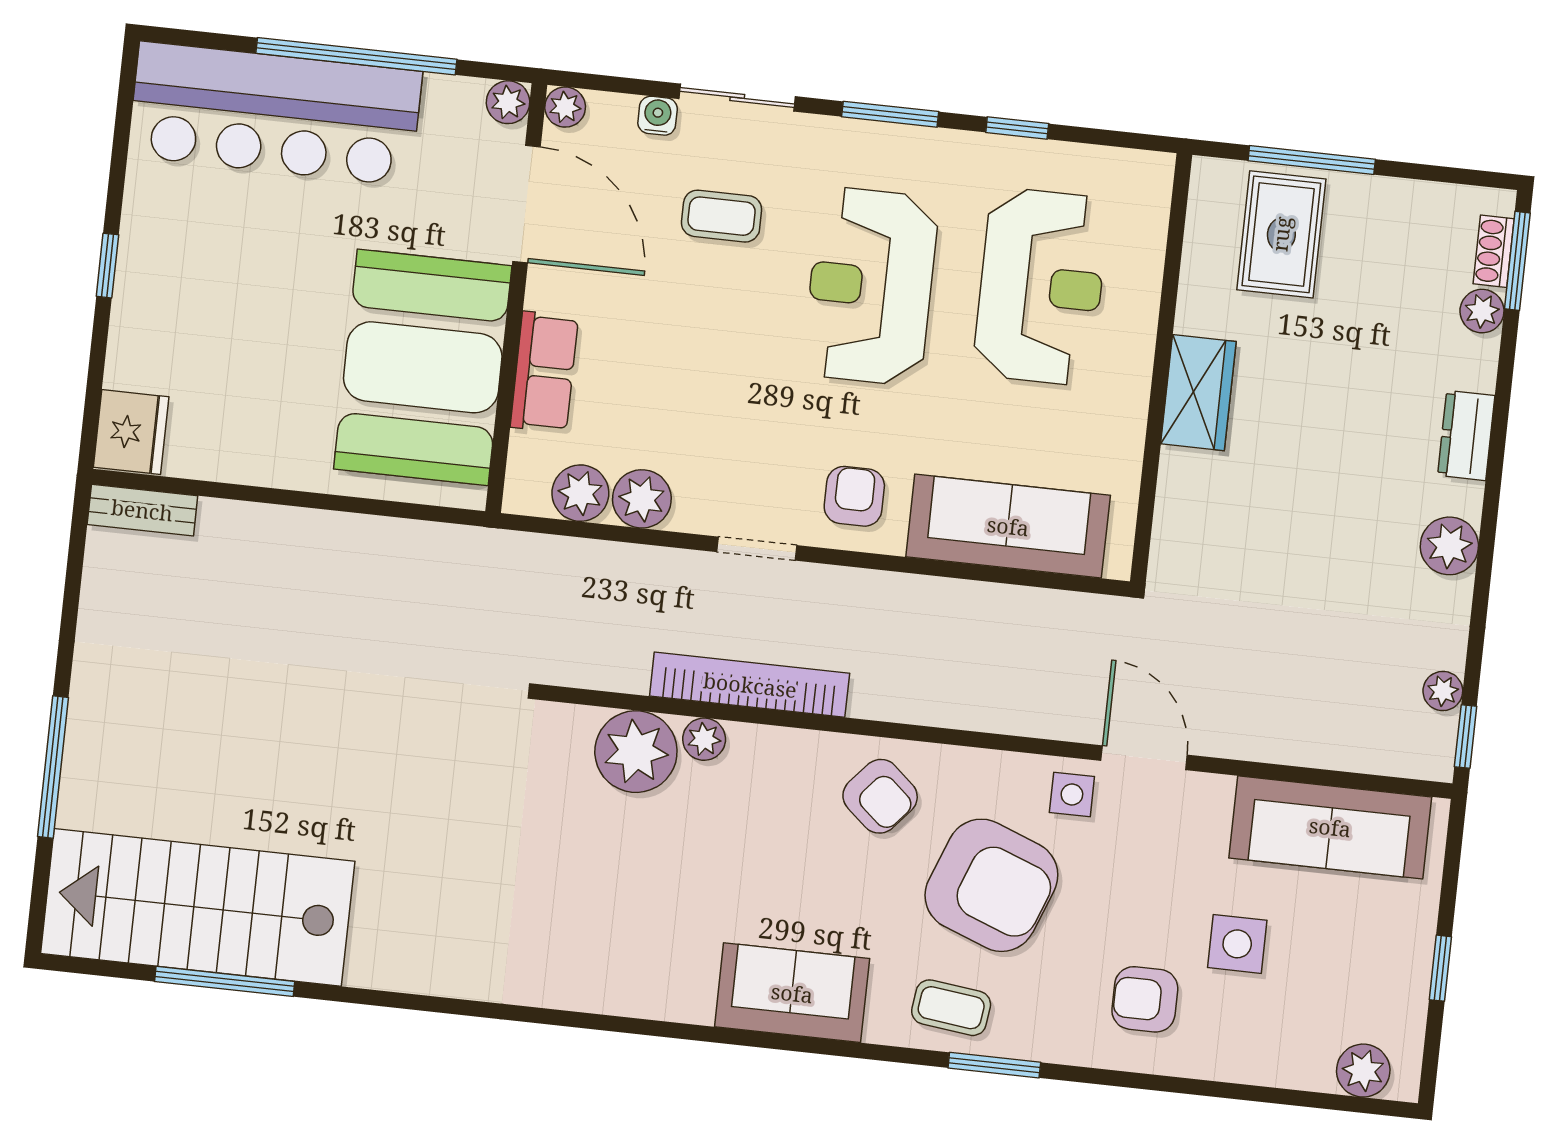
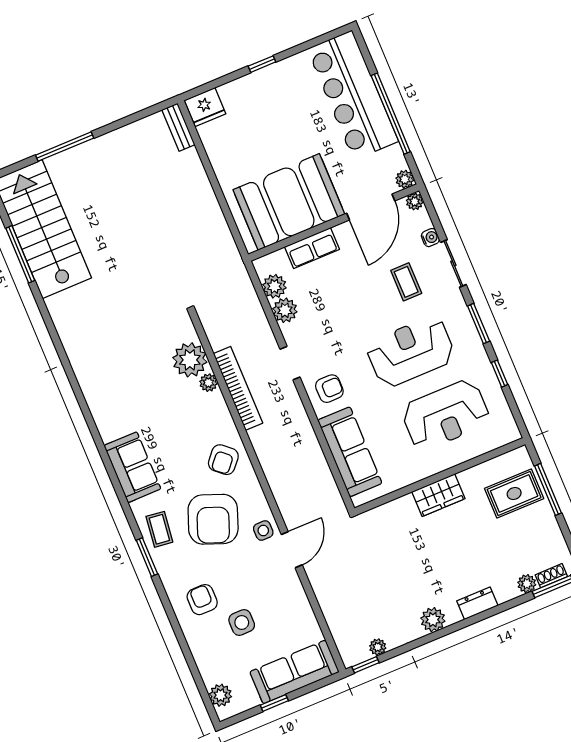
sofa: (1330, 827) -> (294, 672), moved, turned 90

